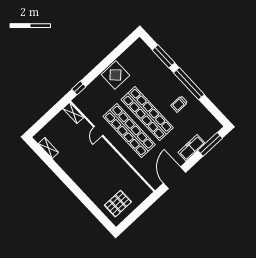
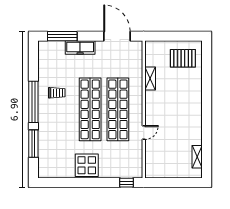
shelving: (73, 113) -> (150, 78), moved
door: (174, 178) -> (117, 36), swing flipped

